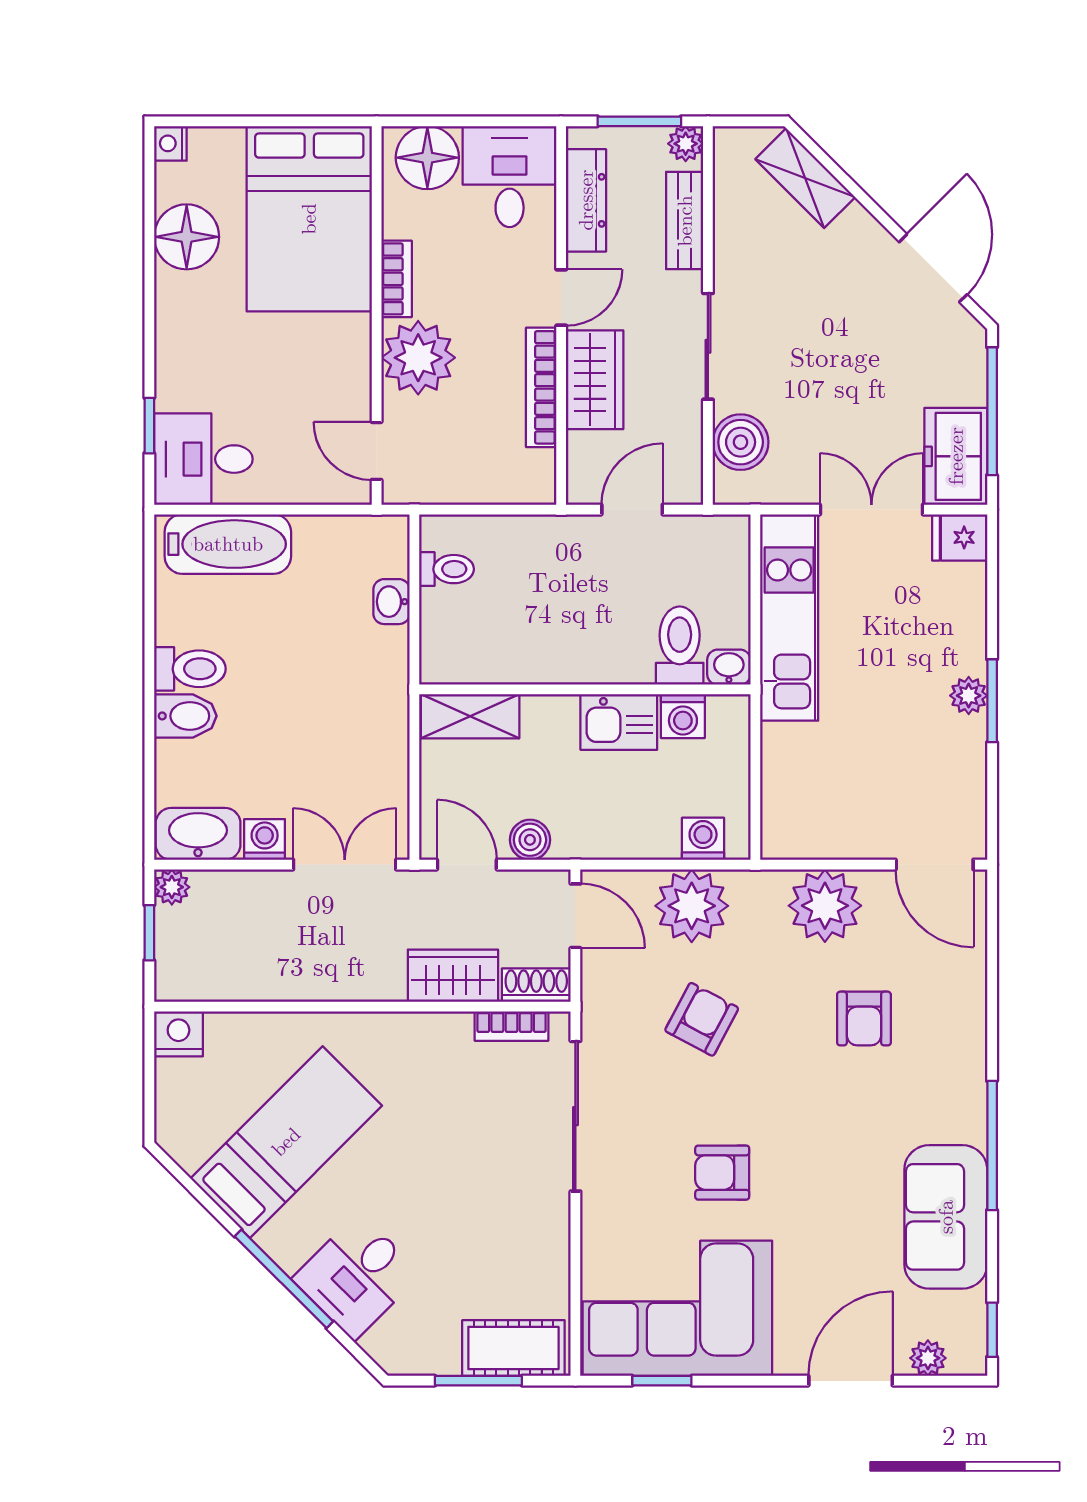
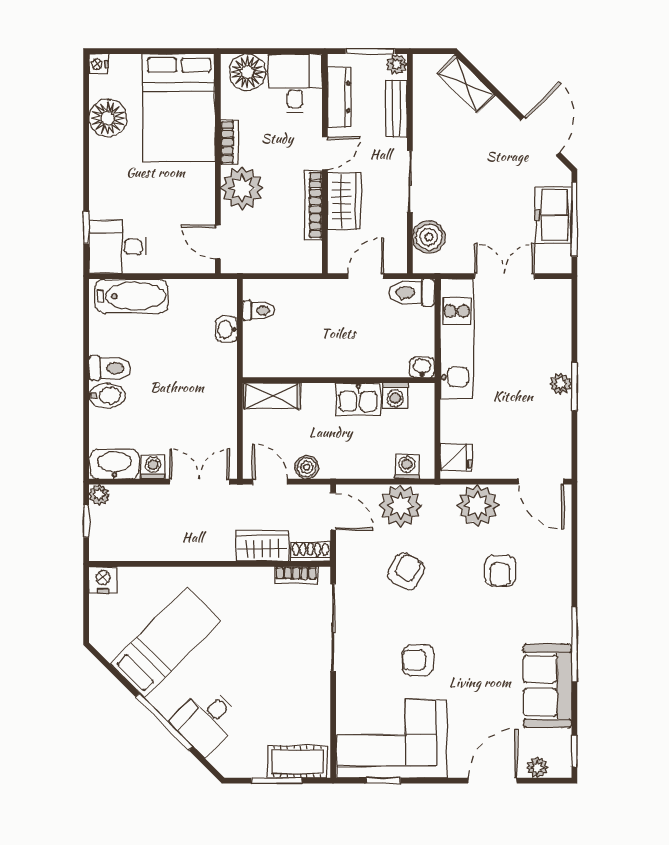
freezer: (956, 456) -> (553, 215), moved
fridge: (960, 537) -> (456, 457), moved, turned 180
toilet: (680, 646) -> (412, 293), moved, turned -90

